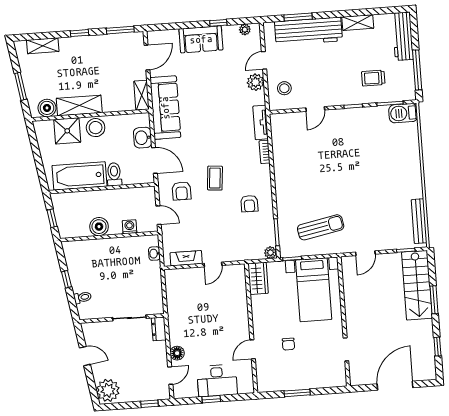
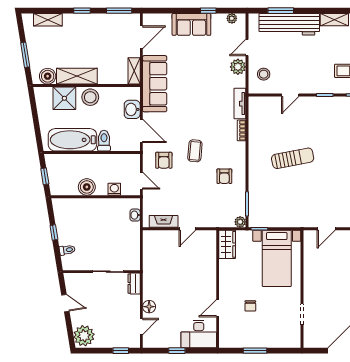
sun lounger: (321, 227) -> (293, 158), moved
desk: (217, 381) -> (199, 334), moved

